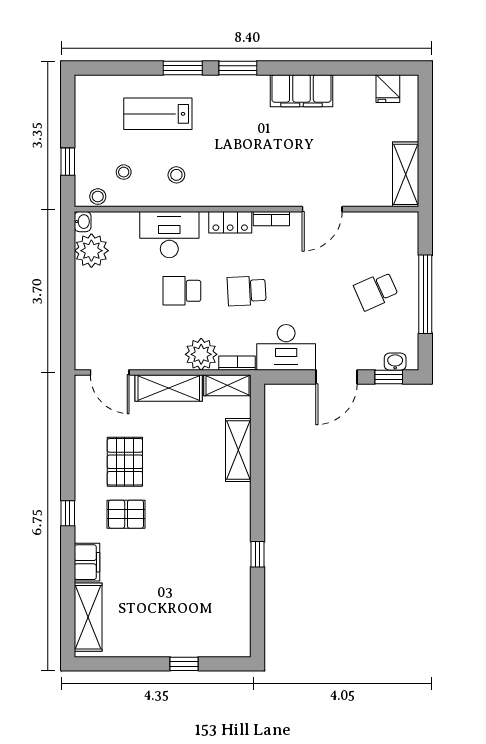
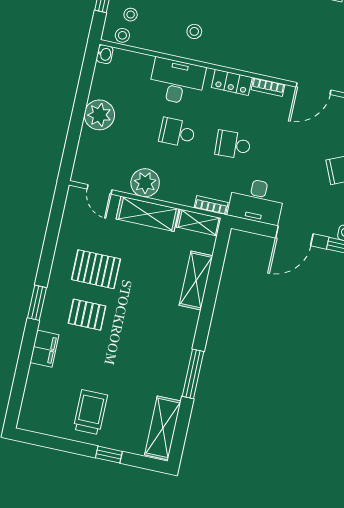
stool: (124, 172) -> (131, 15), moved
plant: (91, 251) -> (99, 115), moved
plant: (201, 354) -> (145, 183), moved
door: (110, 373) -> (100, 189), width x0.73
pallet: (125, 462) -> (96, 269), turned 90
window: (68, 513) -> (37, 303), width x1.50
window: (258, 554) -> (193, 374), width x2.17
shelving: (88, 617) -> (163, 428), moved
trolley: (153, 621) -> (90, 412), added

